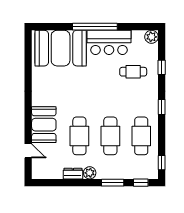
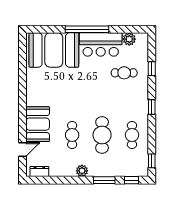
plant: (151, 37) -> (129, 39), moved
cafe table: (79, 136) -> (72, 135), width x0.73, depth x0.74
cafe table: (141, 136) -> (132, 135), width x0.73, depth x0.74
door: (28, 151) -> (22, 149), hinge flipped
dresser: (73, 174) -> (39, 172), moved

